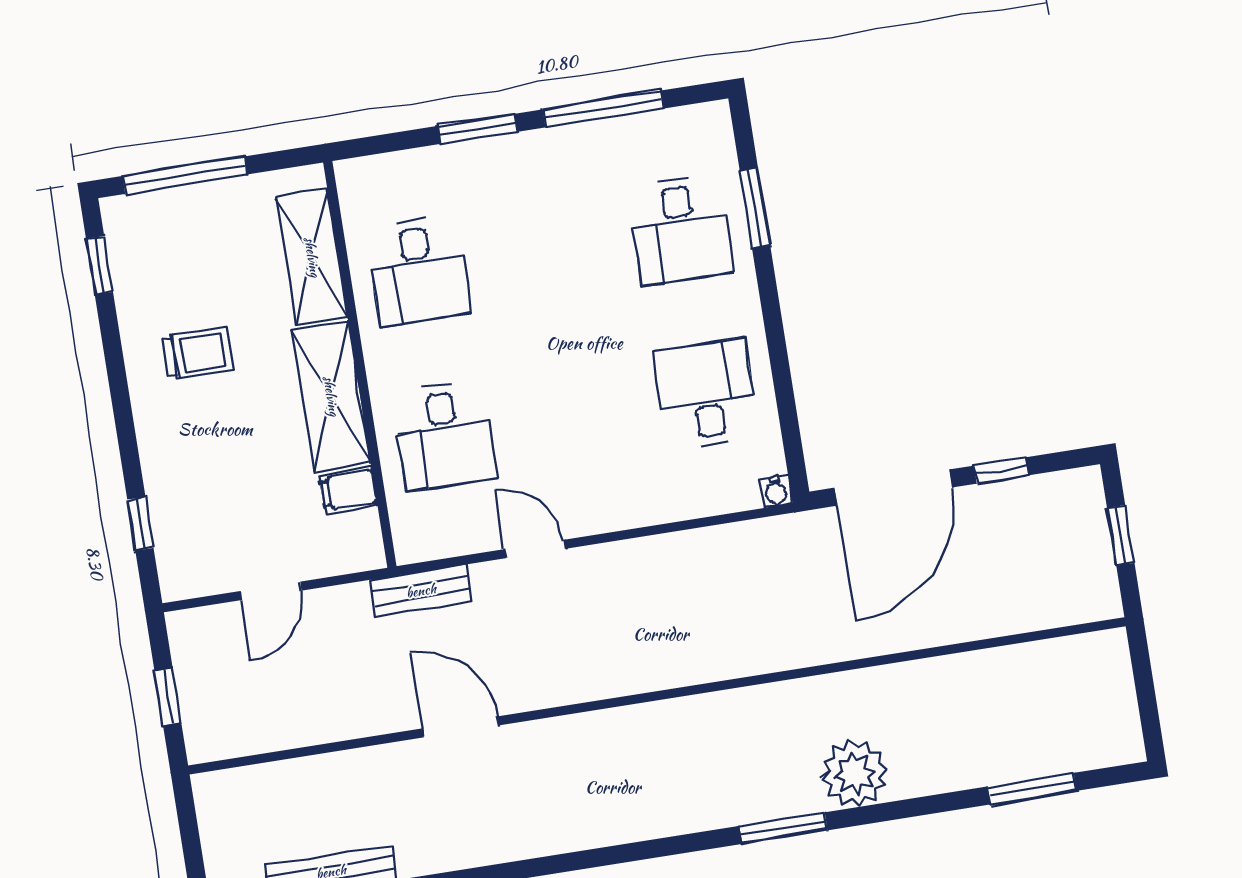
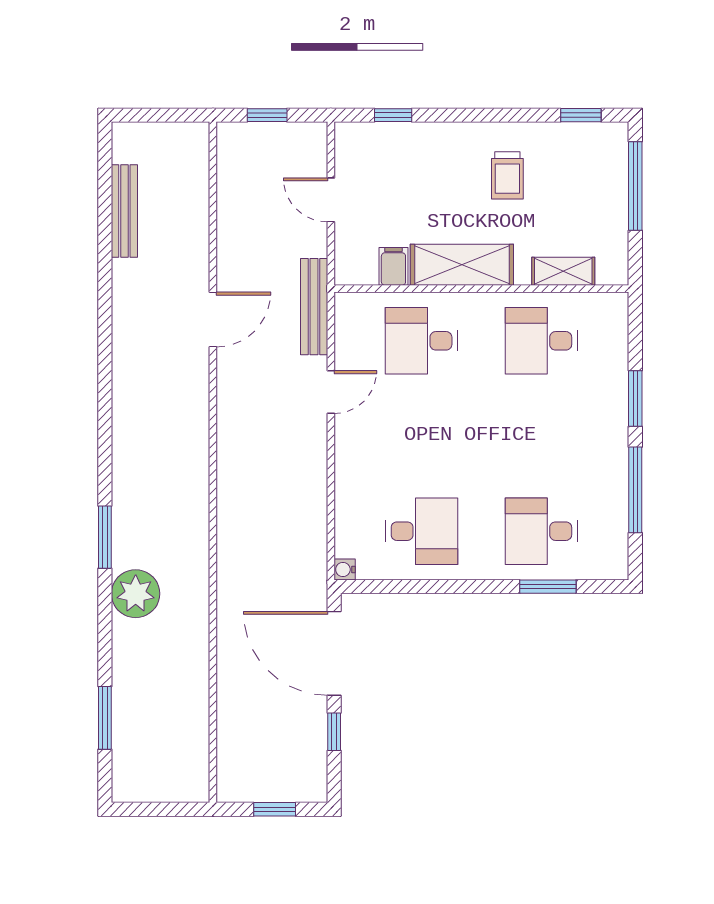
shelving: (312, 257) -> (563, 271), width x0.67, depth x0.75
bench: (421, 591) -> (314, 307), width x1.36

